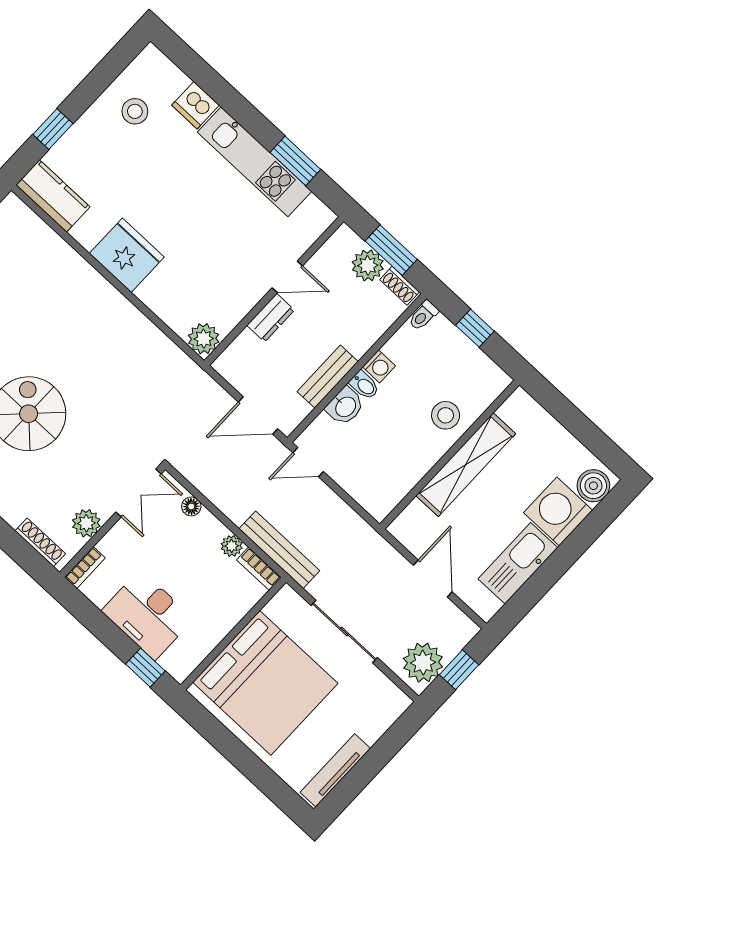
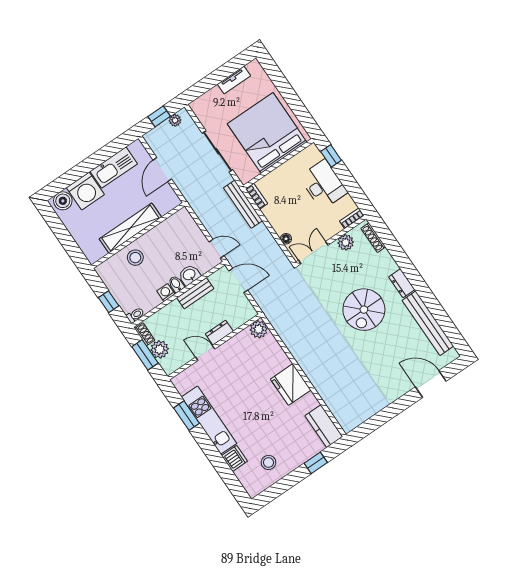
plant: (232, 546) -> (269, 212), removed
plant: (423, 663) -> (175, 120), width x0.53, depth x0.53
tv unit: (335, 770) -> (234, 80), width x0.71

